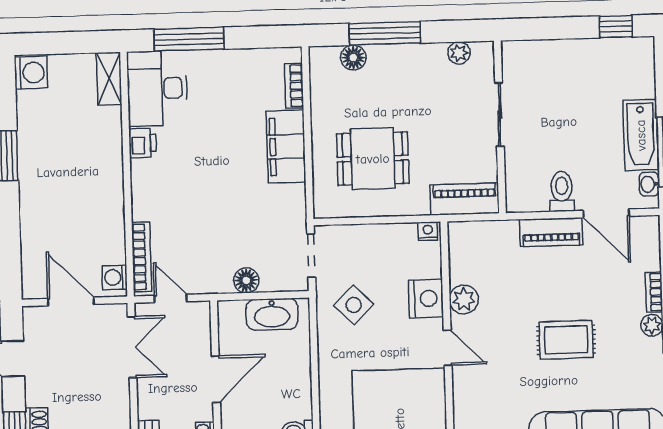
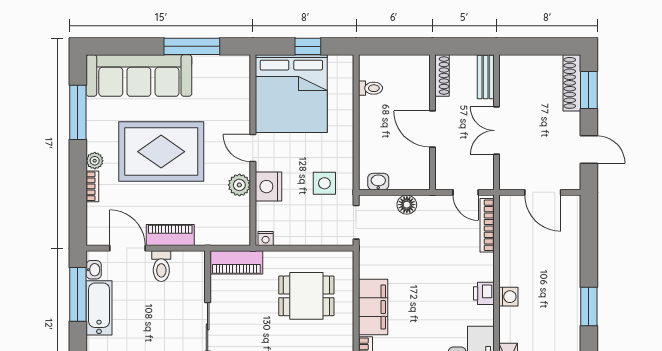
printer: (142, 143) -> (484, 293), moved
washing machine: (115, 277) -> (508, 297), moved
side table: (354, 305) -> (324, 183), turned 45
washbasin: (272, 314) -> (378, 182), width x0.52, depth x0.69
rug: (566, 340) -> (161, 152), width x1.86, depth x2.06
double door: (132, 347) -> (496, 131), moved
door: (216, 379) -> (433, 129), hinge flipped

